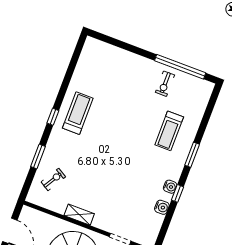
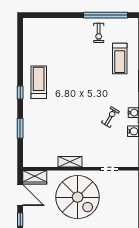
treadmill: (169, 131) -> (120, 59), moved
exercise bike: (53, 179) -> (110, 117), moved
wardrobe: (34, 217) -> (35, 177), added

